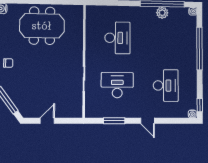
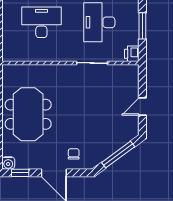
printer: (91, 112) -> (132, 54), added
door: (47, 121) -> (142, 107), hinge flipped

